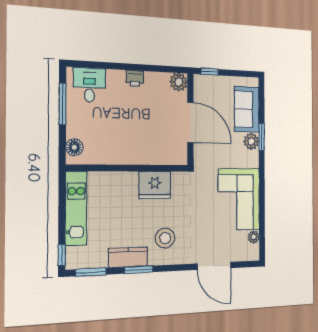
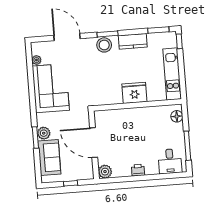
window: (210, 72) -> (71, 183), moved
fridge: (155, 185) -> (134, 93), moved
stool: (165, 238) -> (104, 45), moved
window: (139, 270) -> (108, 34), moved

